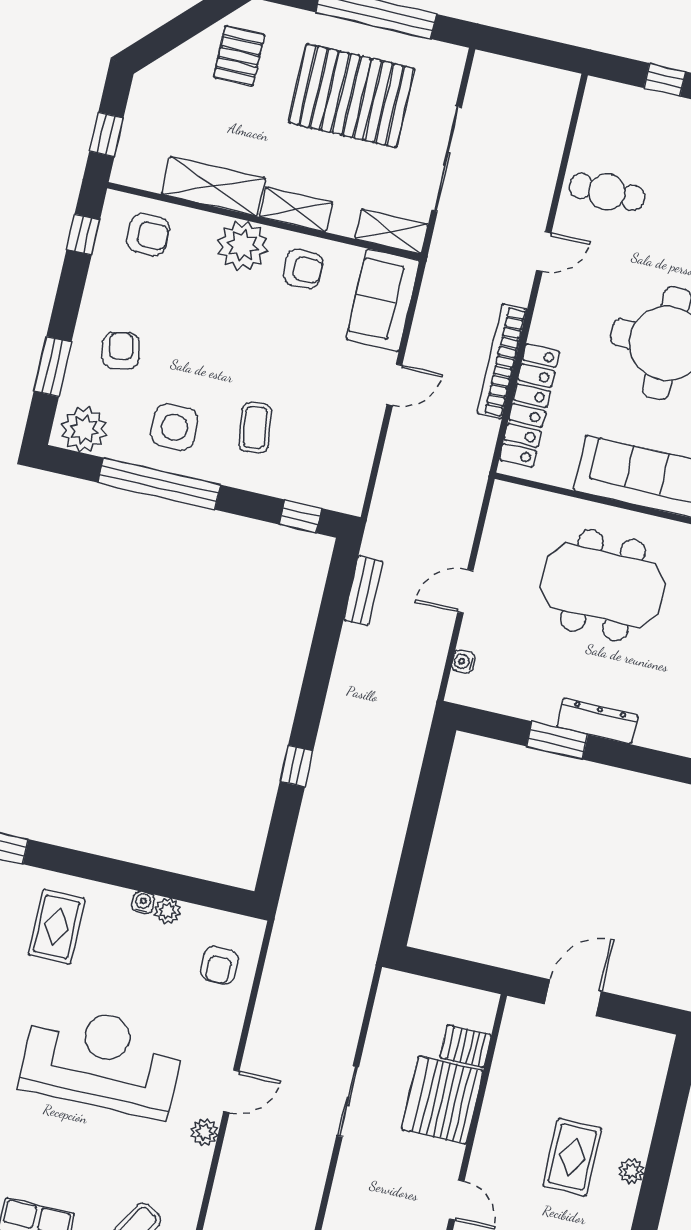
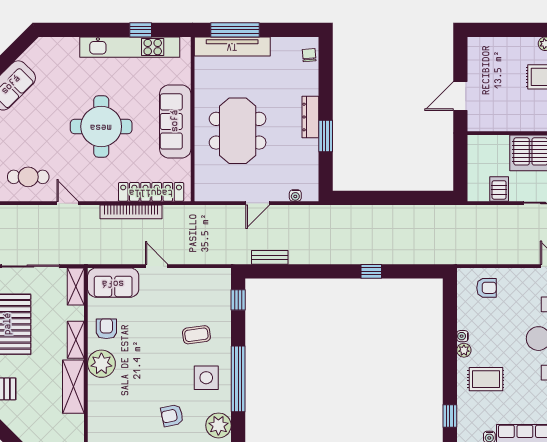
cafe table: (607, 192) -> (28, 177), turned 90
armchair: (148, 235) -> (107, 415), removed
door: (465, 591) -> (258, 203), hinge flipped
plant: (168, 911) -> (464, 350), moved
door: (573, 998) -> (460, 96), hinge flipped
server rack: (466, 1046) -> (499, 189), moved, turned 180

